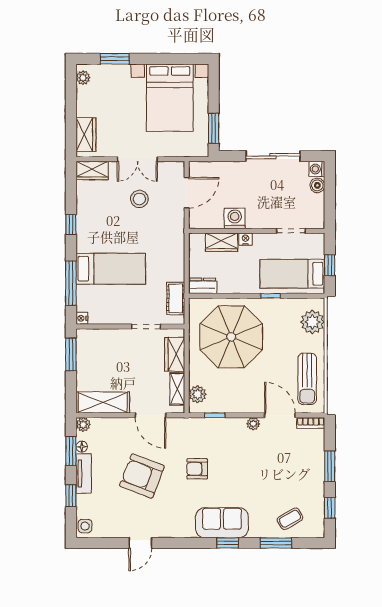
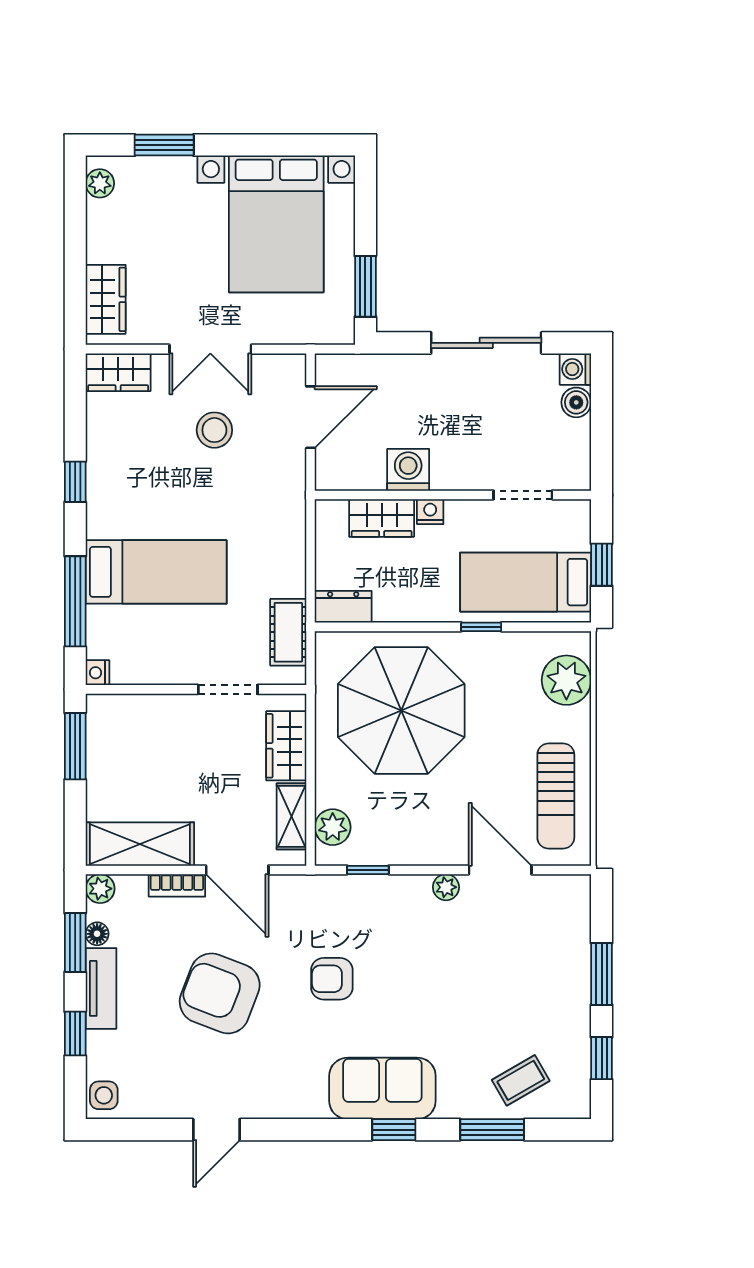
bookcase: (311, 423) -> (177, 885), moved

